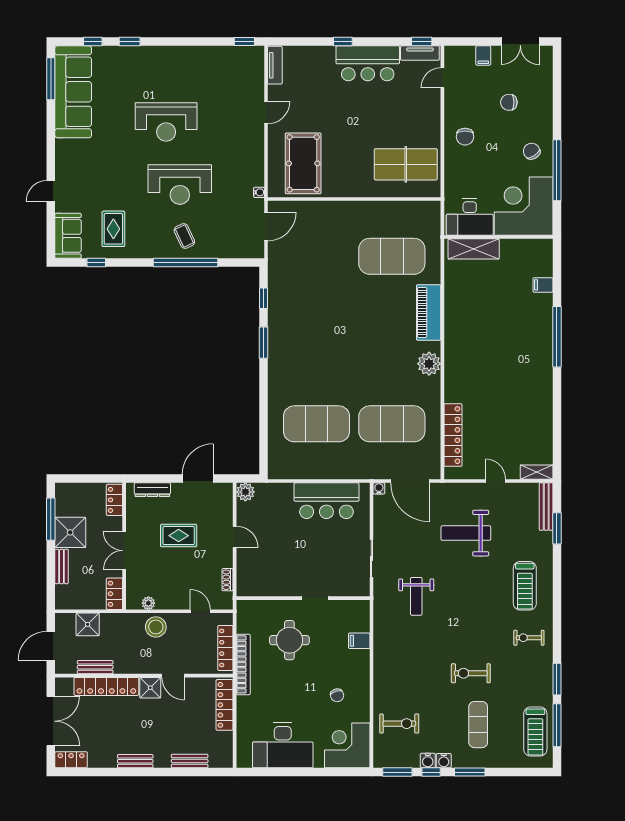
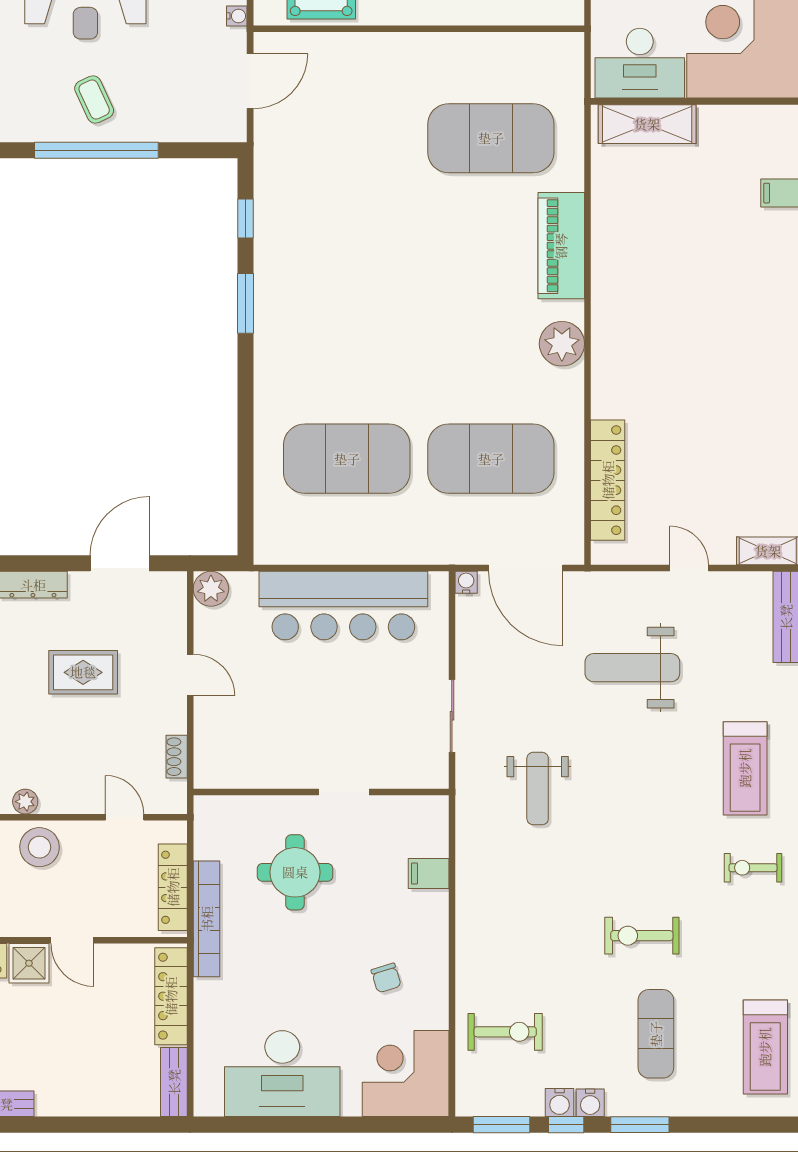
bar counter: (326, 501) -> (343, 606), width x1.36
bench: (190, 761) -> (174, 1082), moved, turned 90

